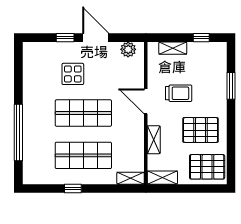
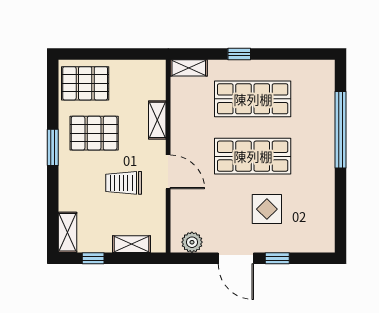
window: (231, 86) -> (53, 147), moved
shelving: (162, 178) -> (68, 232), moved, turned 90
window: (73, 188) -> (239, 54), moved

